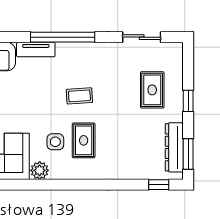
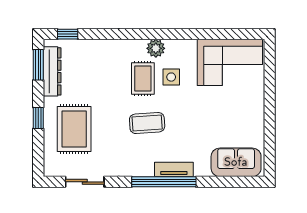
tv unit: (36, 50) -> (174, 169), moved
rug: (152, 90) -> (74, 129), width x1.36, depth x1.43
coffee table: (79, 96) -> (147, 123), width x1.36, depth x1.30
plant: (40, 170) -> (156, 48), moved

